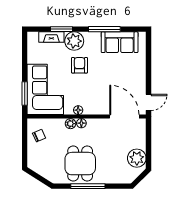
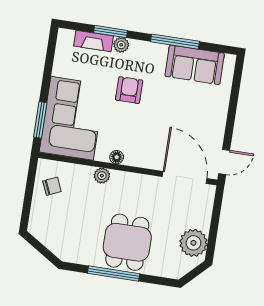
plant: (74, 41) -> (121, 45), width x0.53, depth x0.53
floor lamp: (81, 123) -> (118, 177), removed
dining table: (80, 164) -> (127, 242), moved

